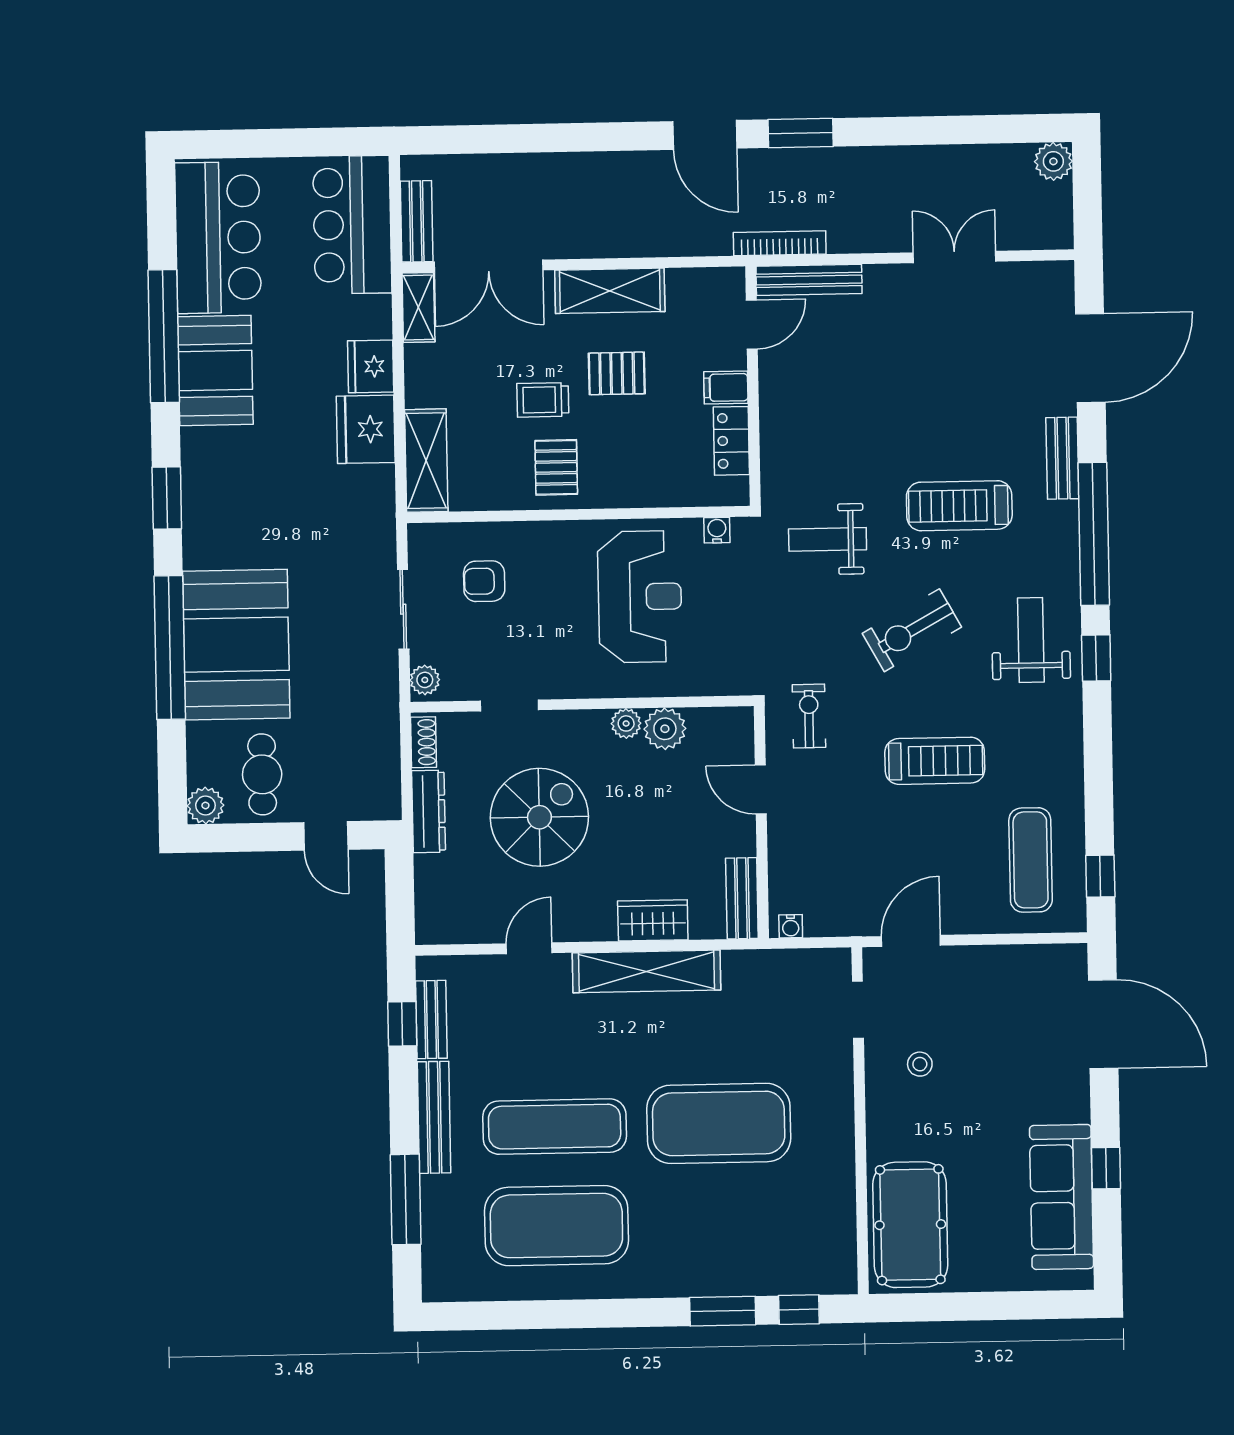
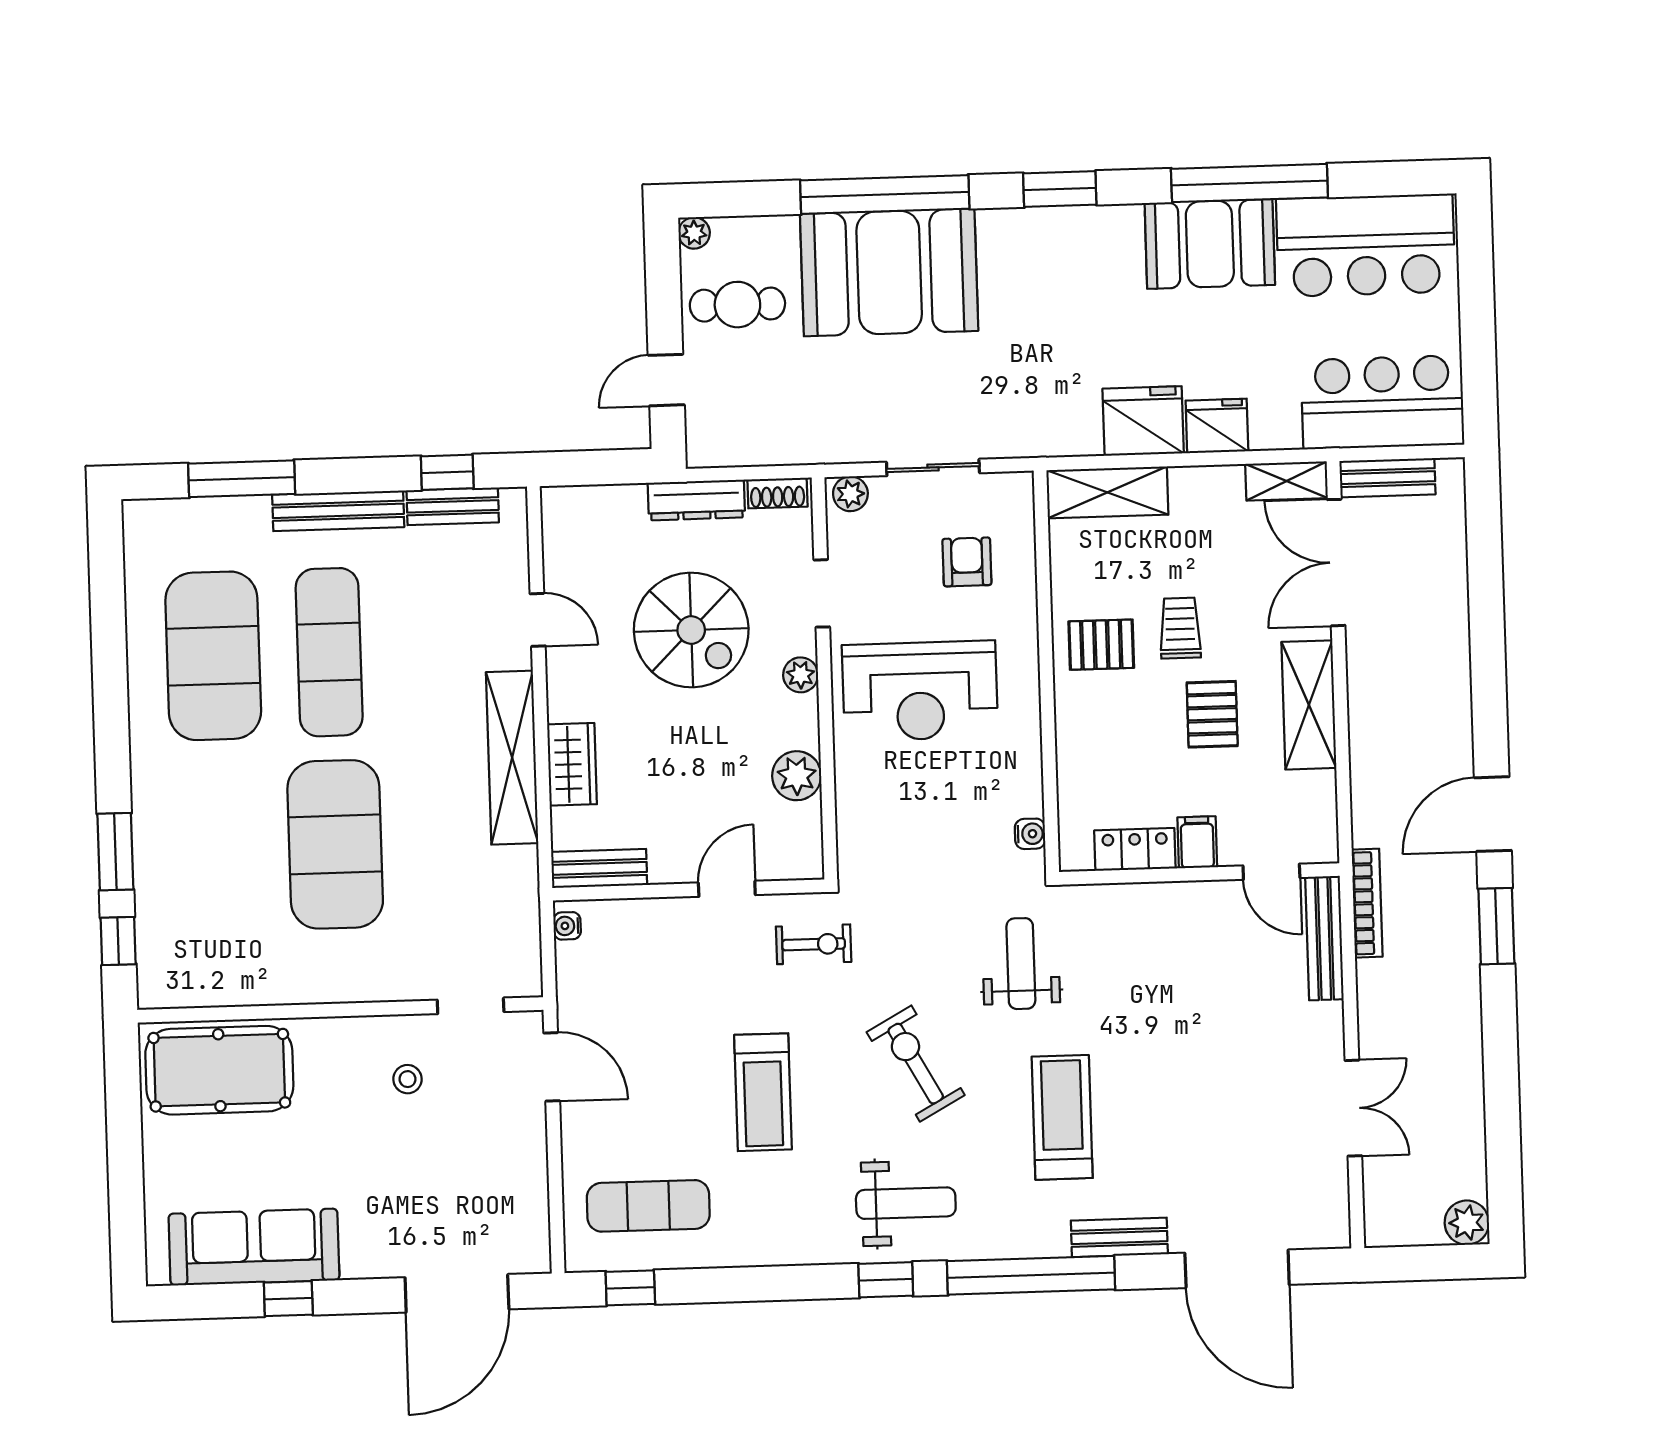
reception desk: (640, 597) -> (920, 691), moved
plant: (626, 723) -> (801, 675), moved
plant: (205, 806) -> (694, 233), width x0.73, depth x0.73

